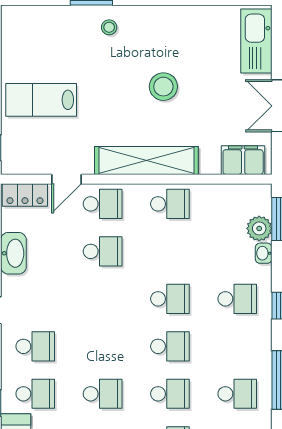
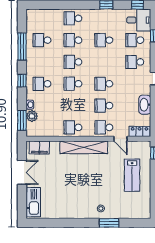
stool: (163, 87) -> (76, 181), removed
lab bench: (41, 100) -> (132, 175), turned 90
door: (66, 179) -> (120, 139), swing flipped
school desk: (103, 299) -> (104, 84), added

